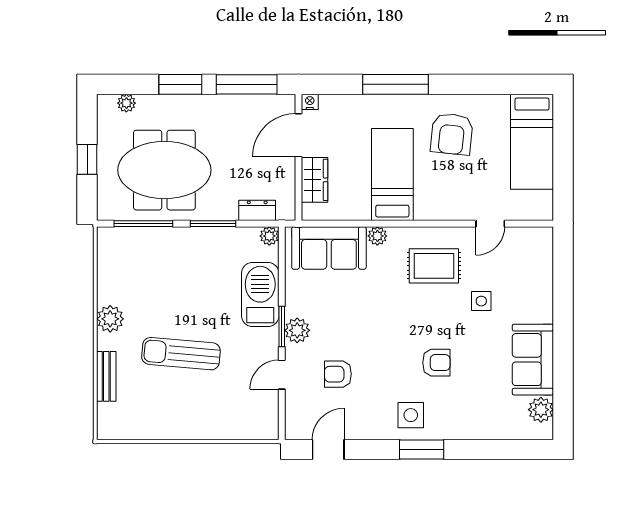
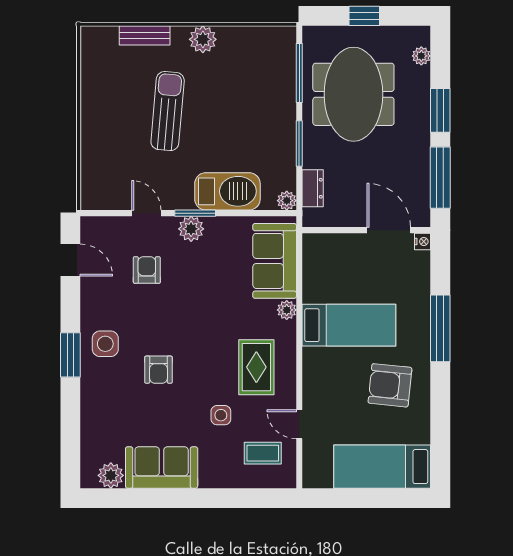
wardrobe: (315, 180) -> (344, 246), removed
coffee table: (519, 260) -> (263, 453), added

